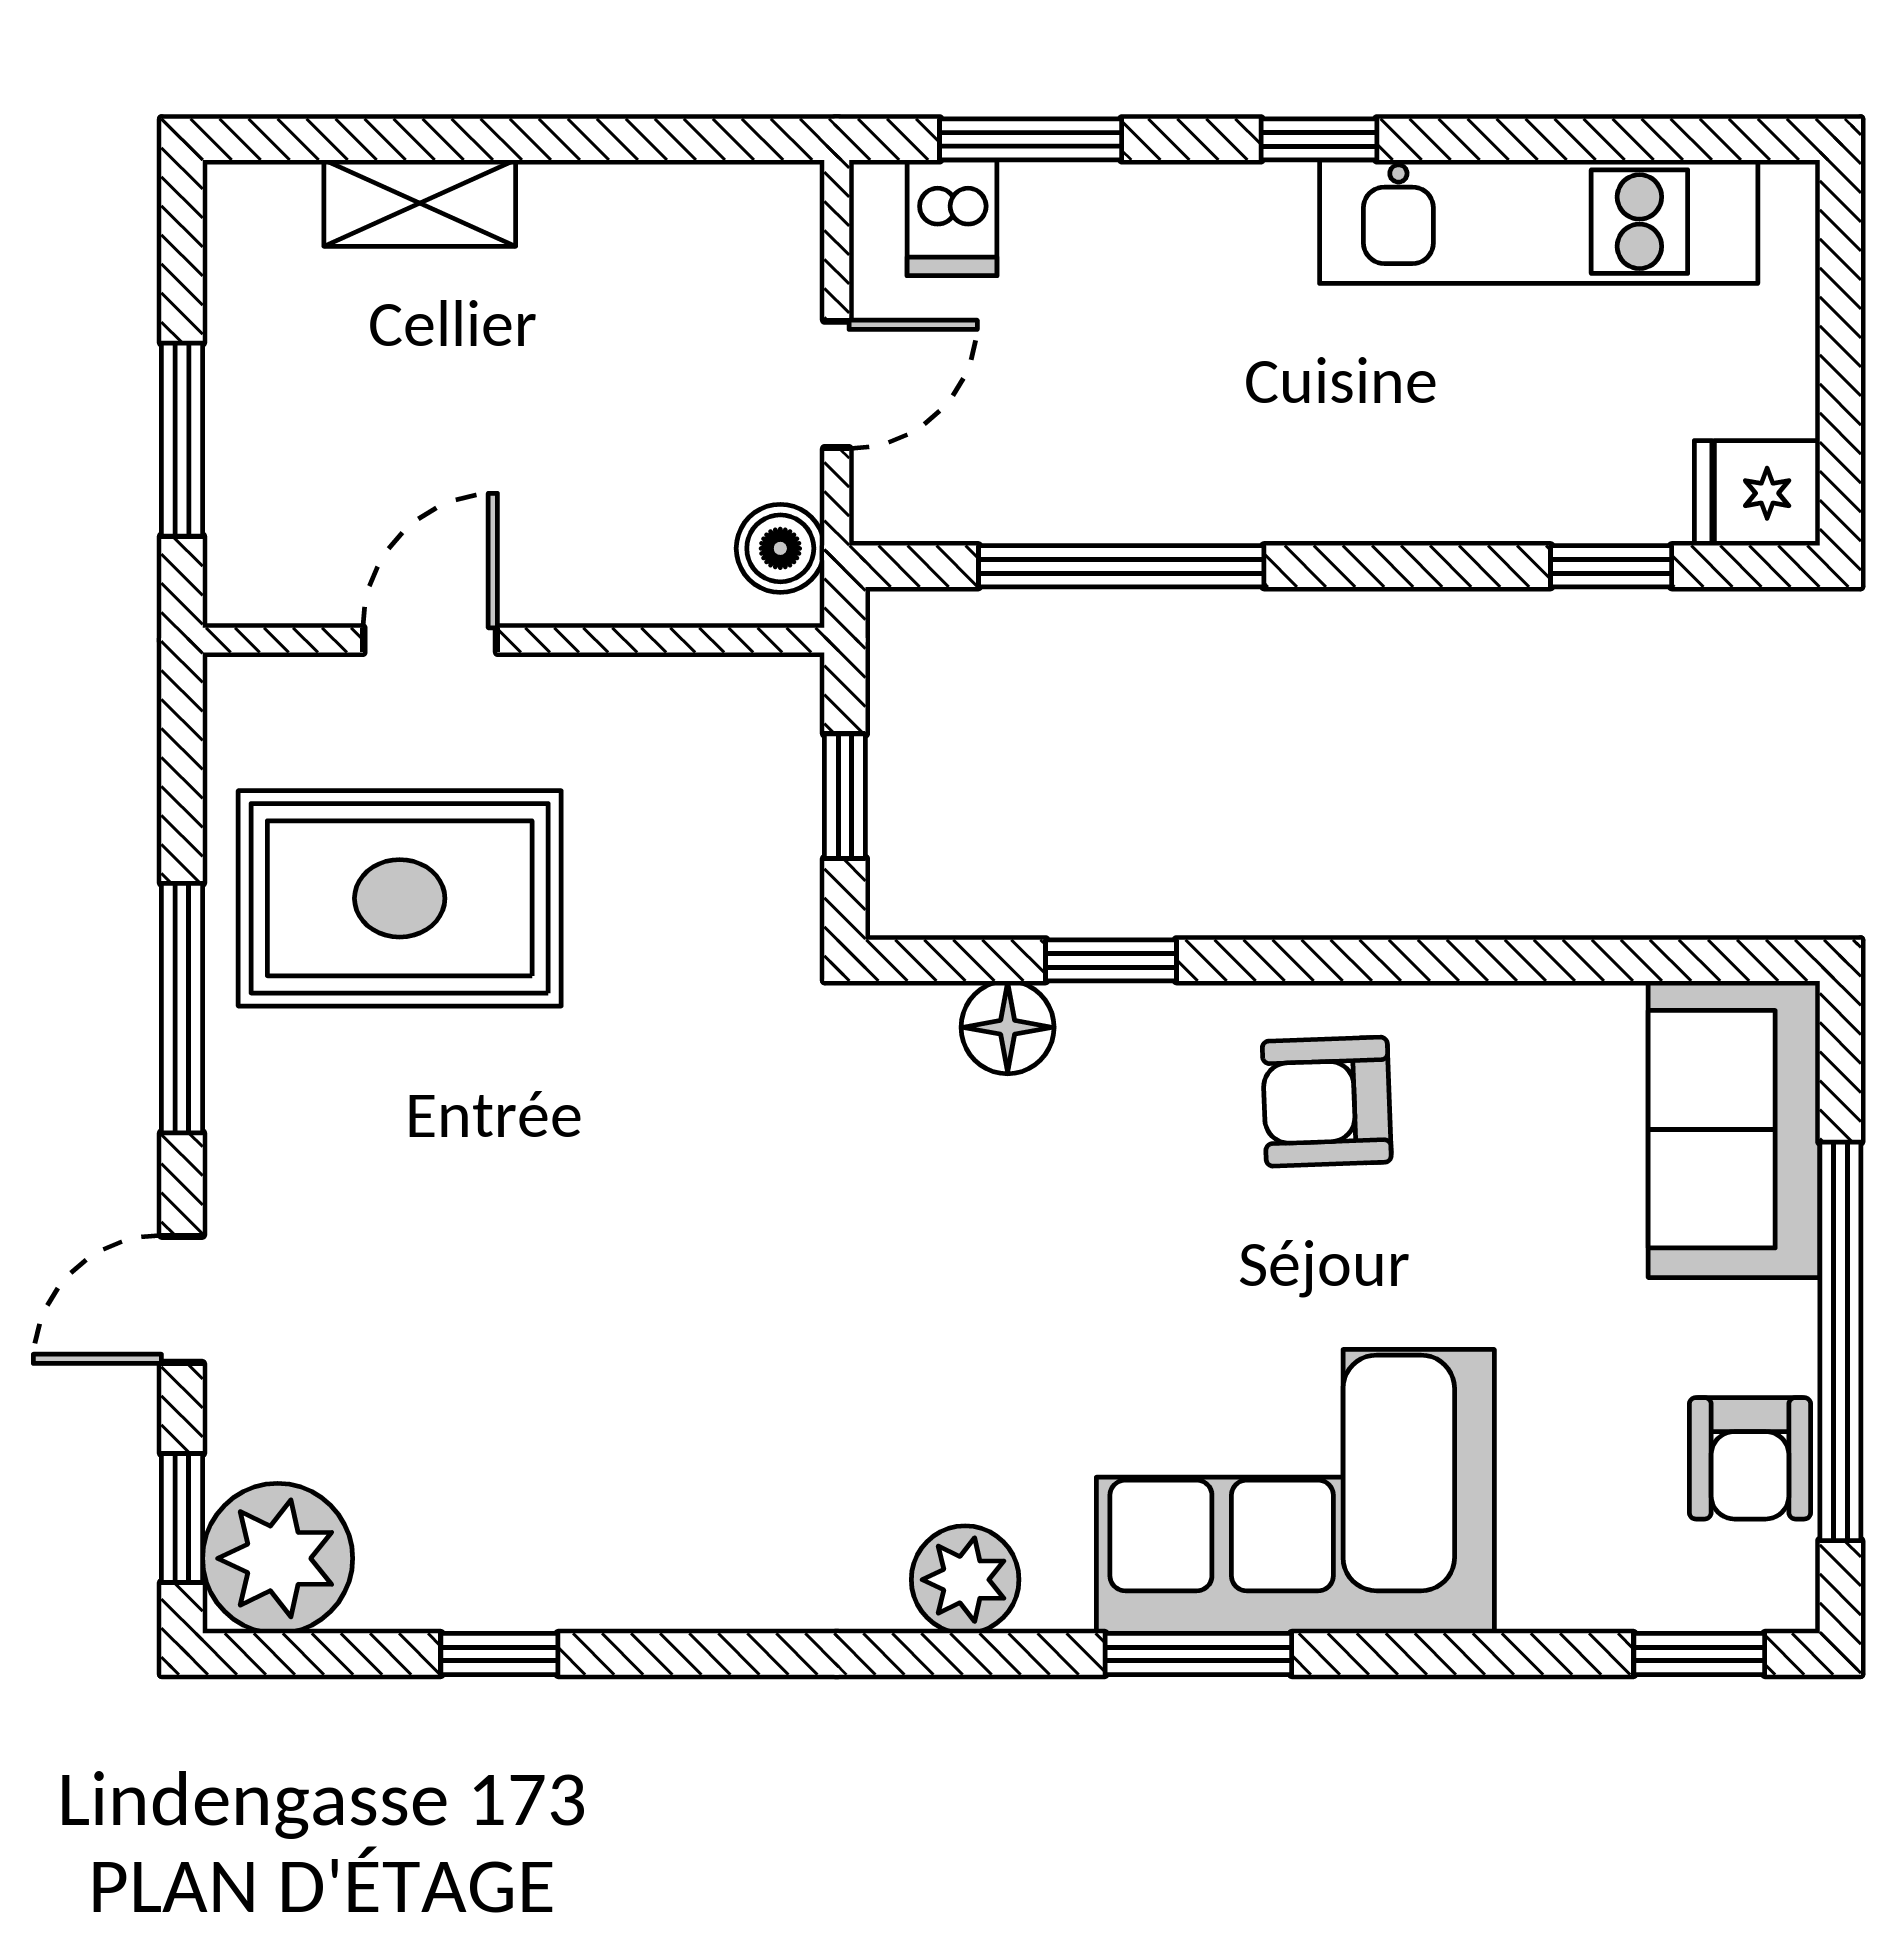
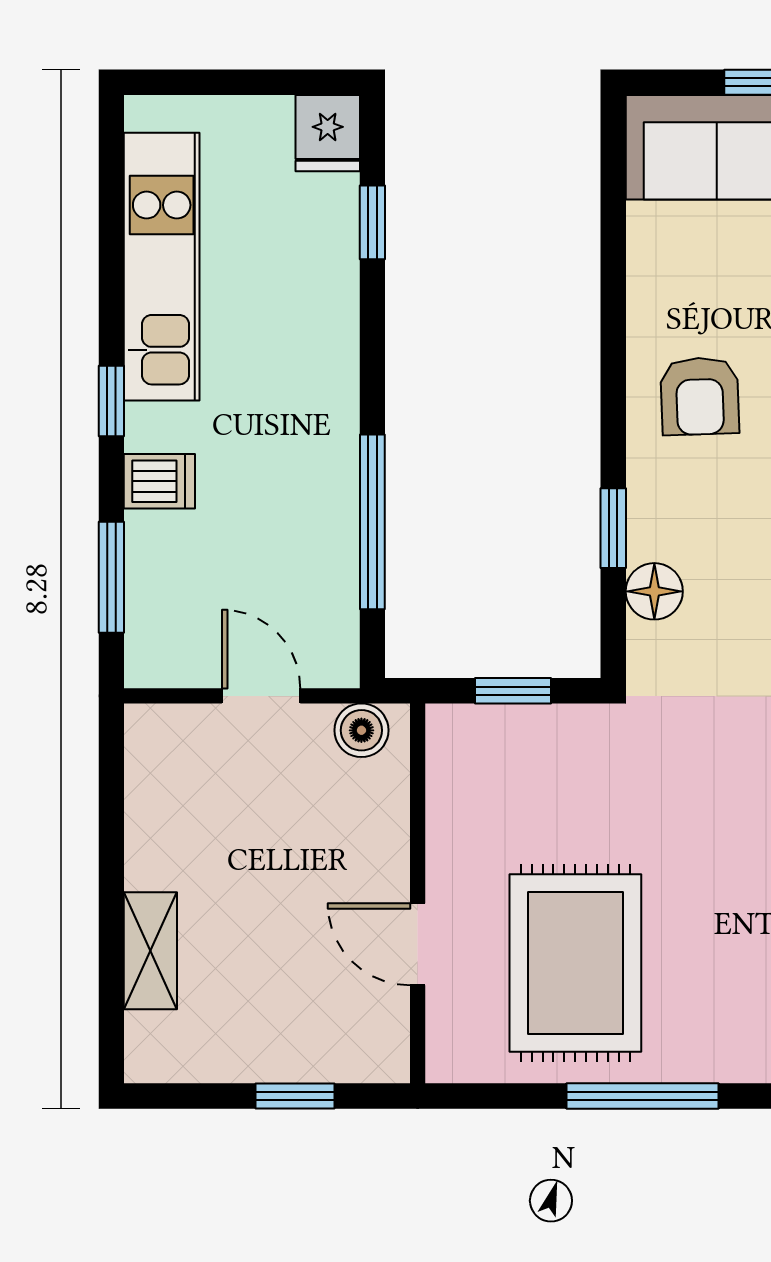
dishwasher: (952, 218) -> (159, 481), moved
window: (182, 440) -> (295, 1096), width x0.67

